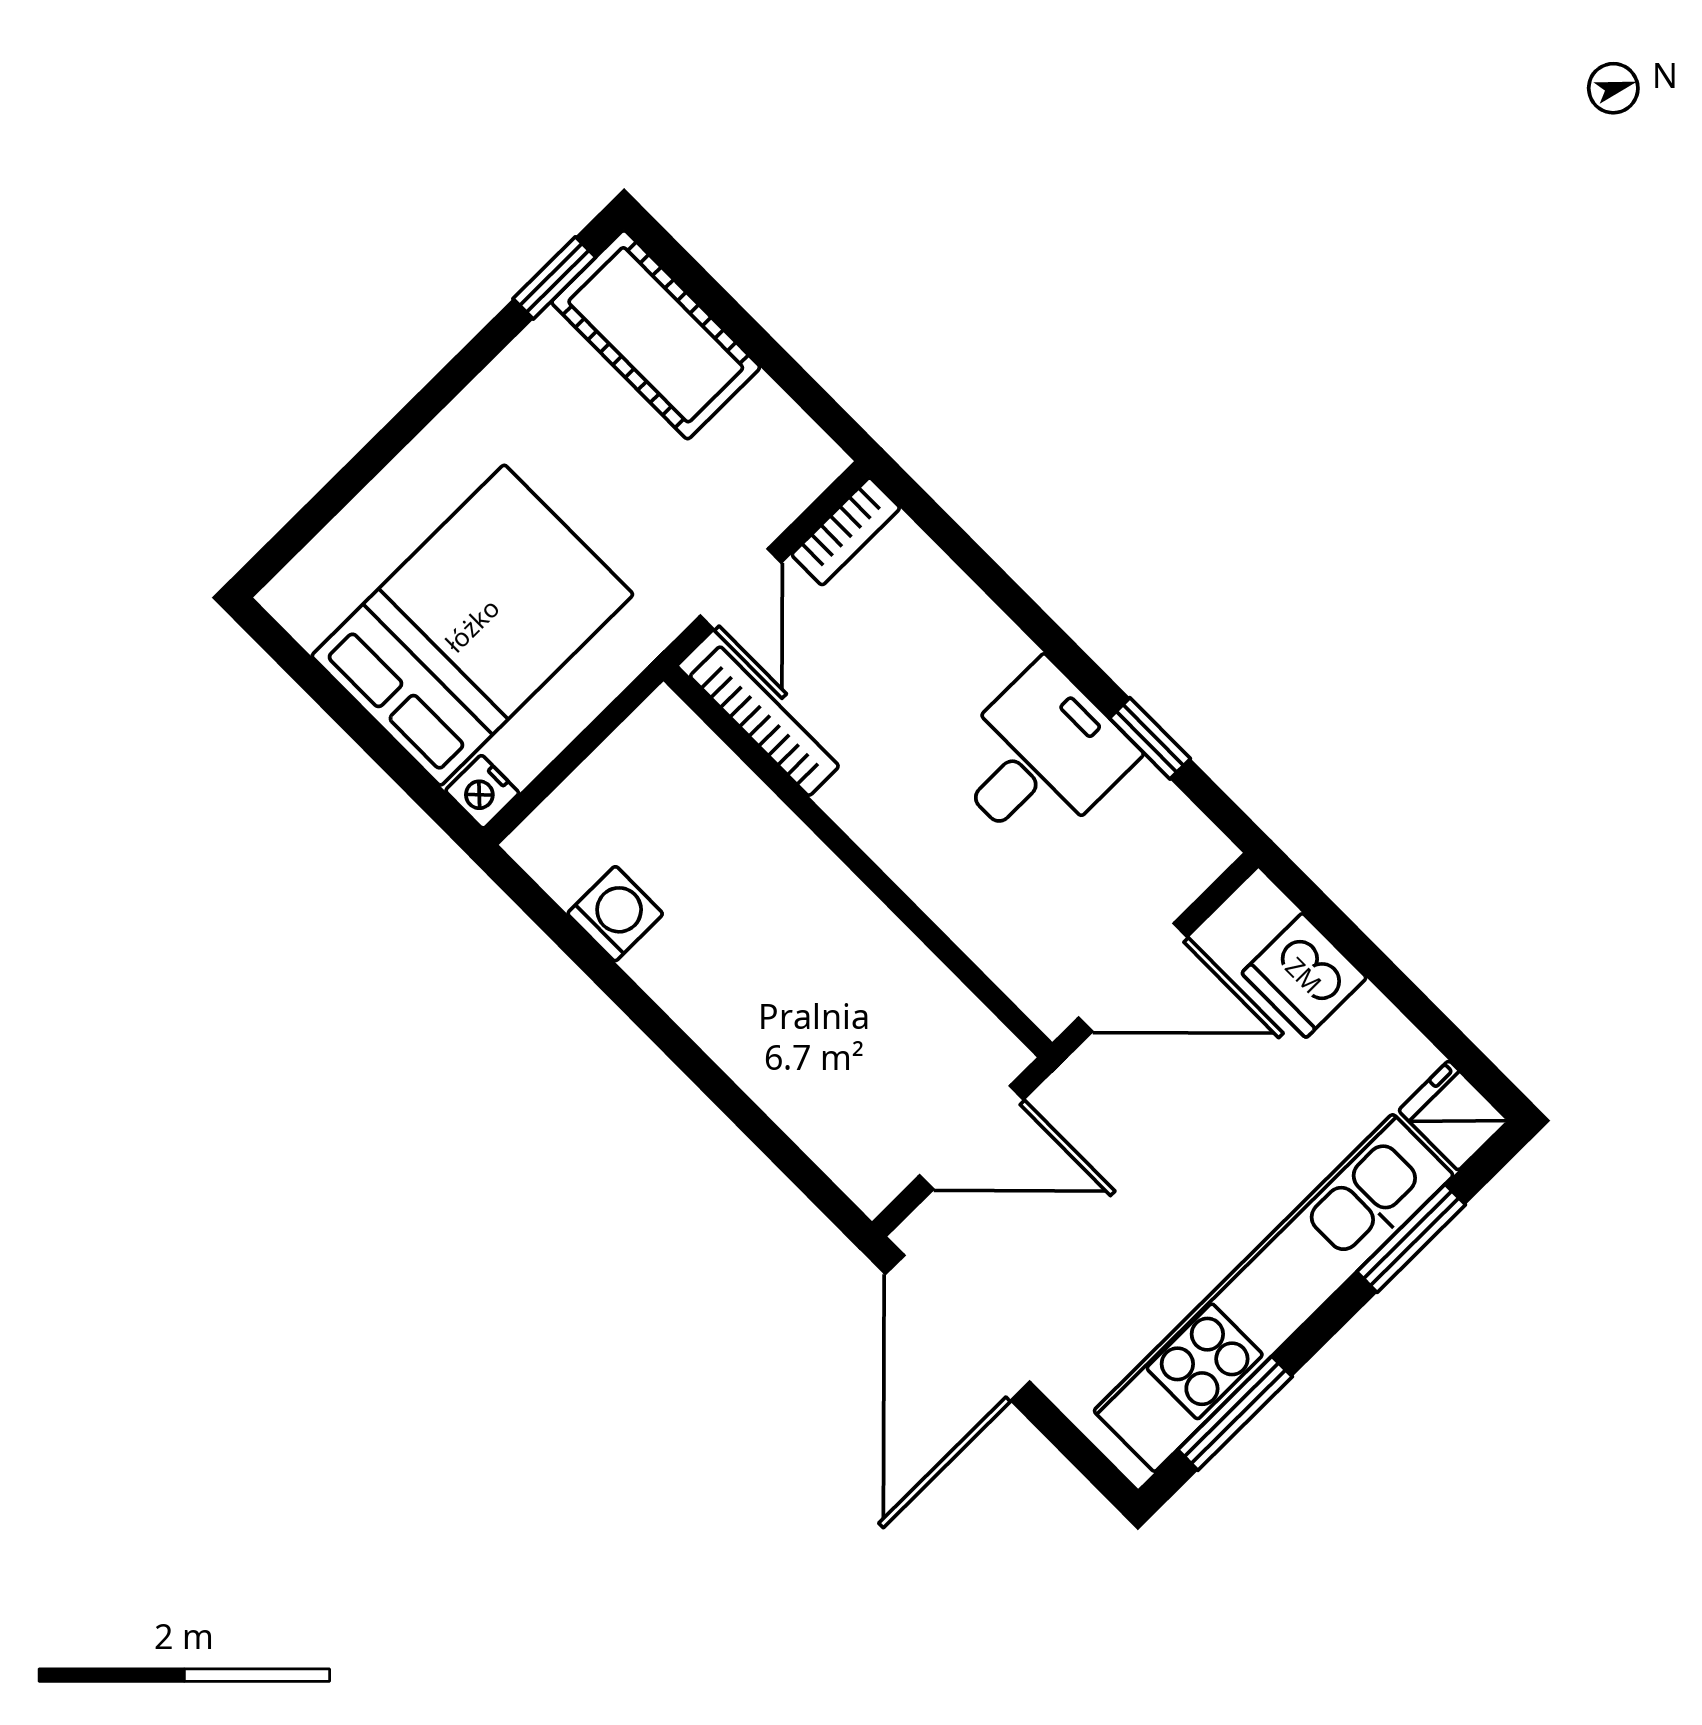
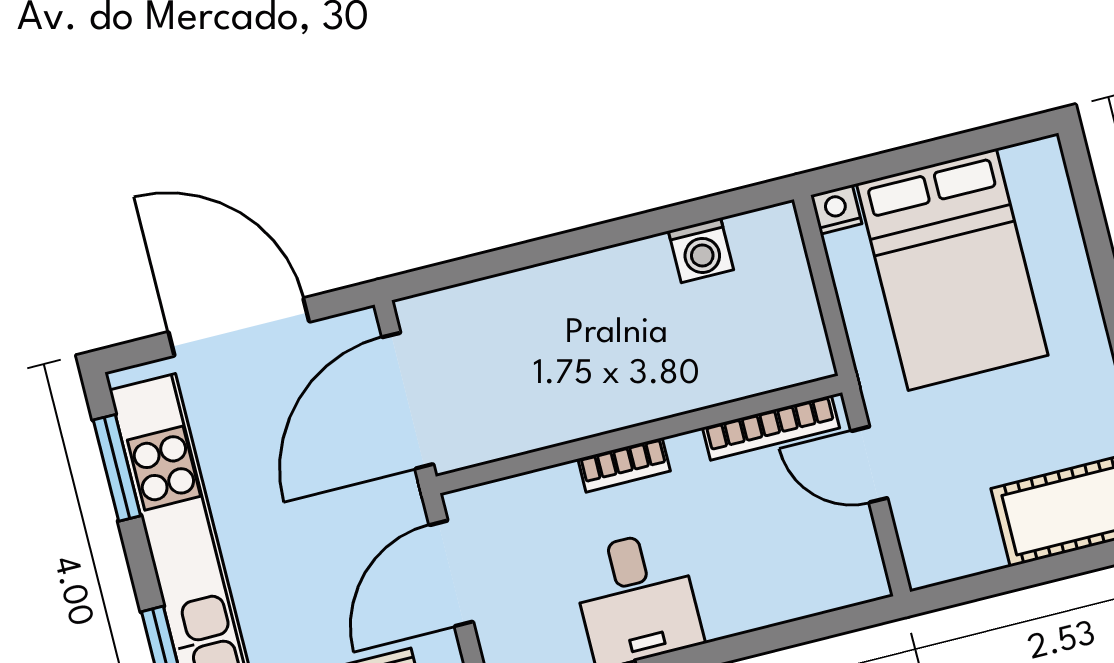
bookcase: (846, 531) -> (624, 465), moved, turned -90
door: (972, 1138) -> (408, 401), width x1.36
door: (958, 1328) -> (239, 327), moved

